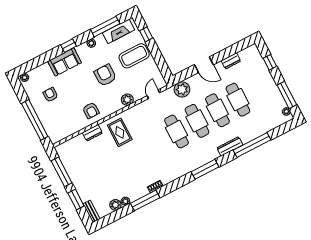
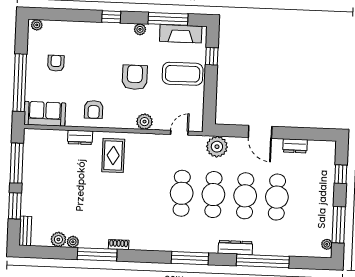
sofa: (65, 62) -> (45, 114), moved, turned 180

